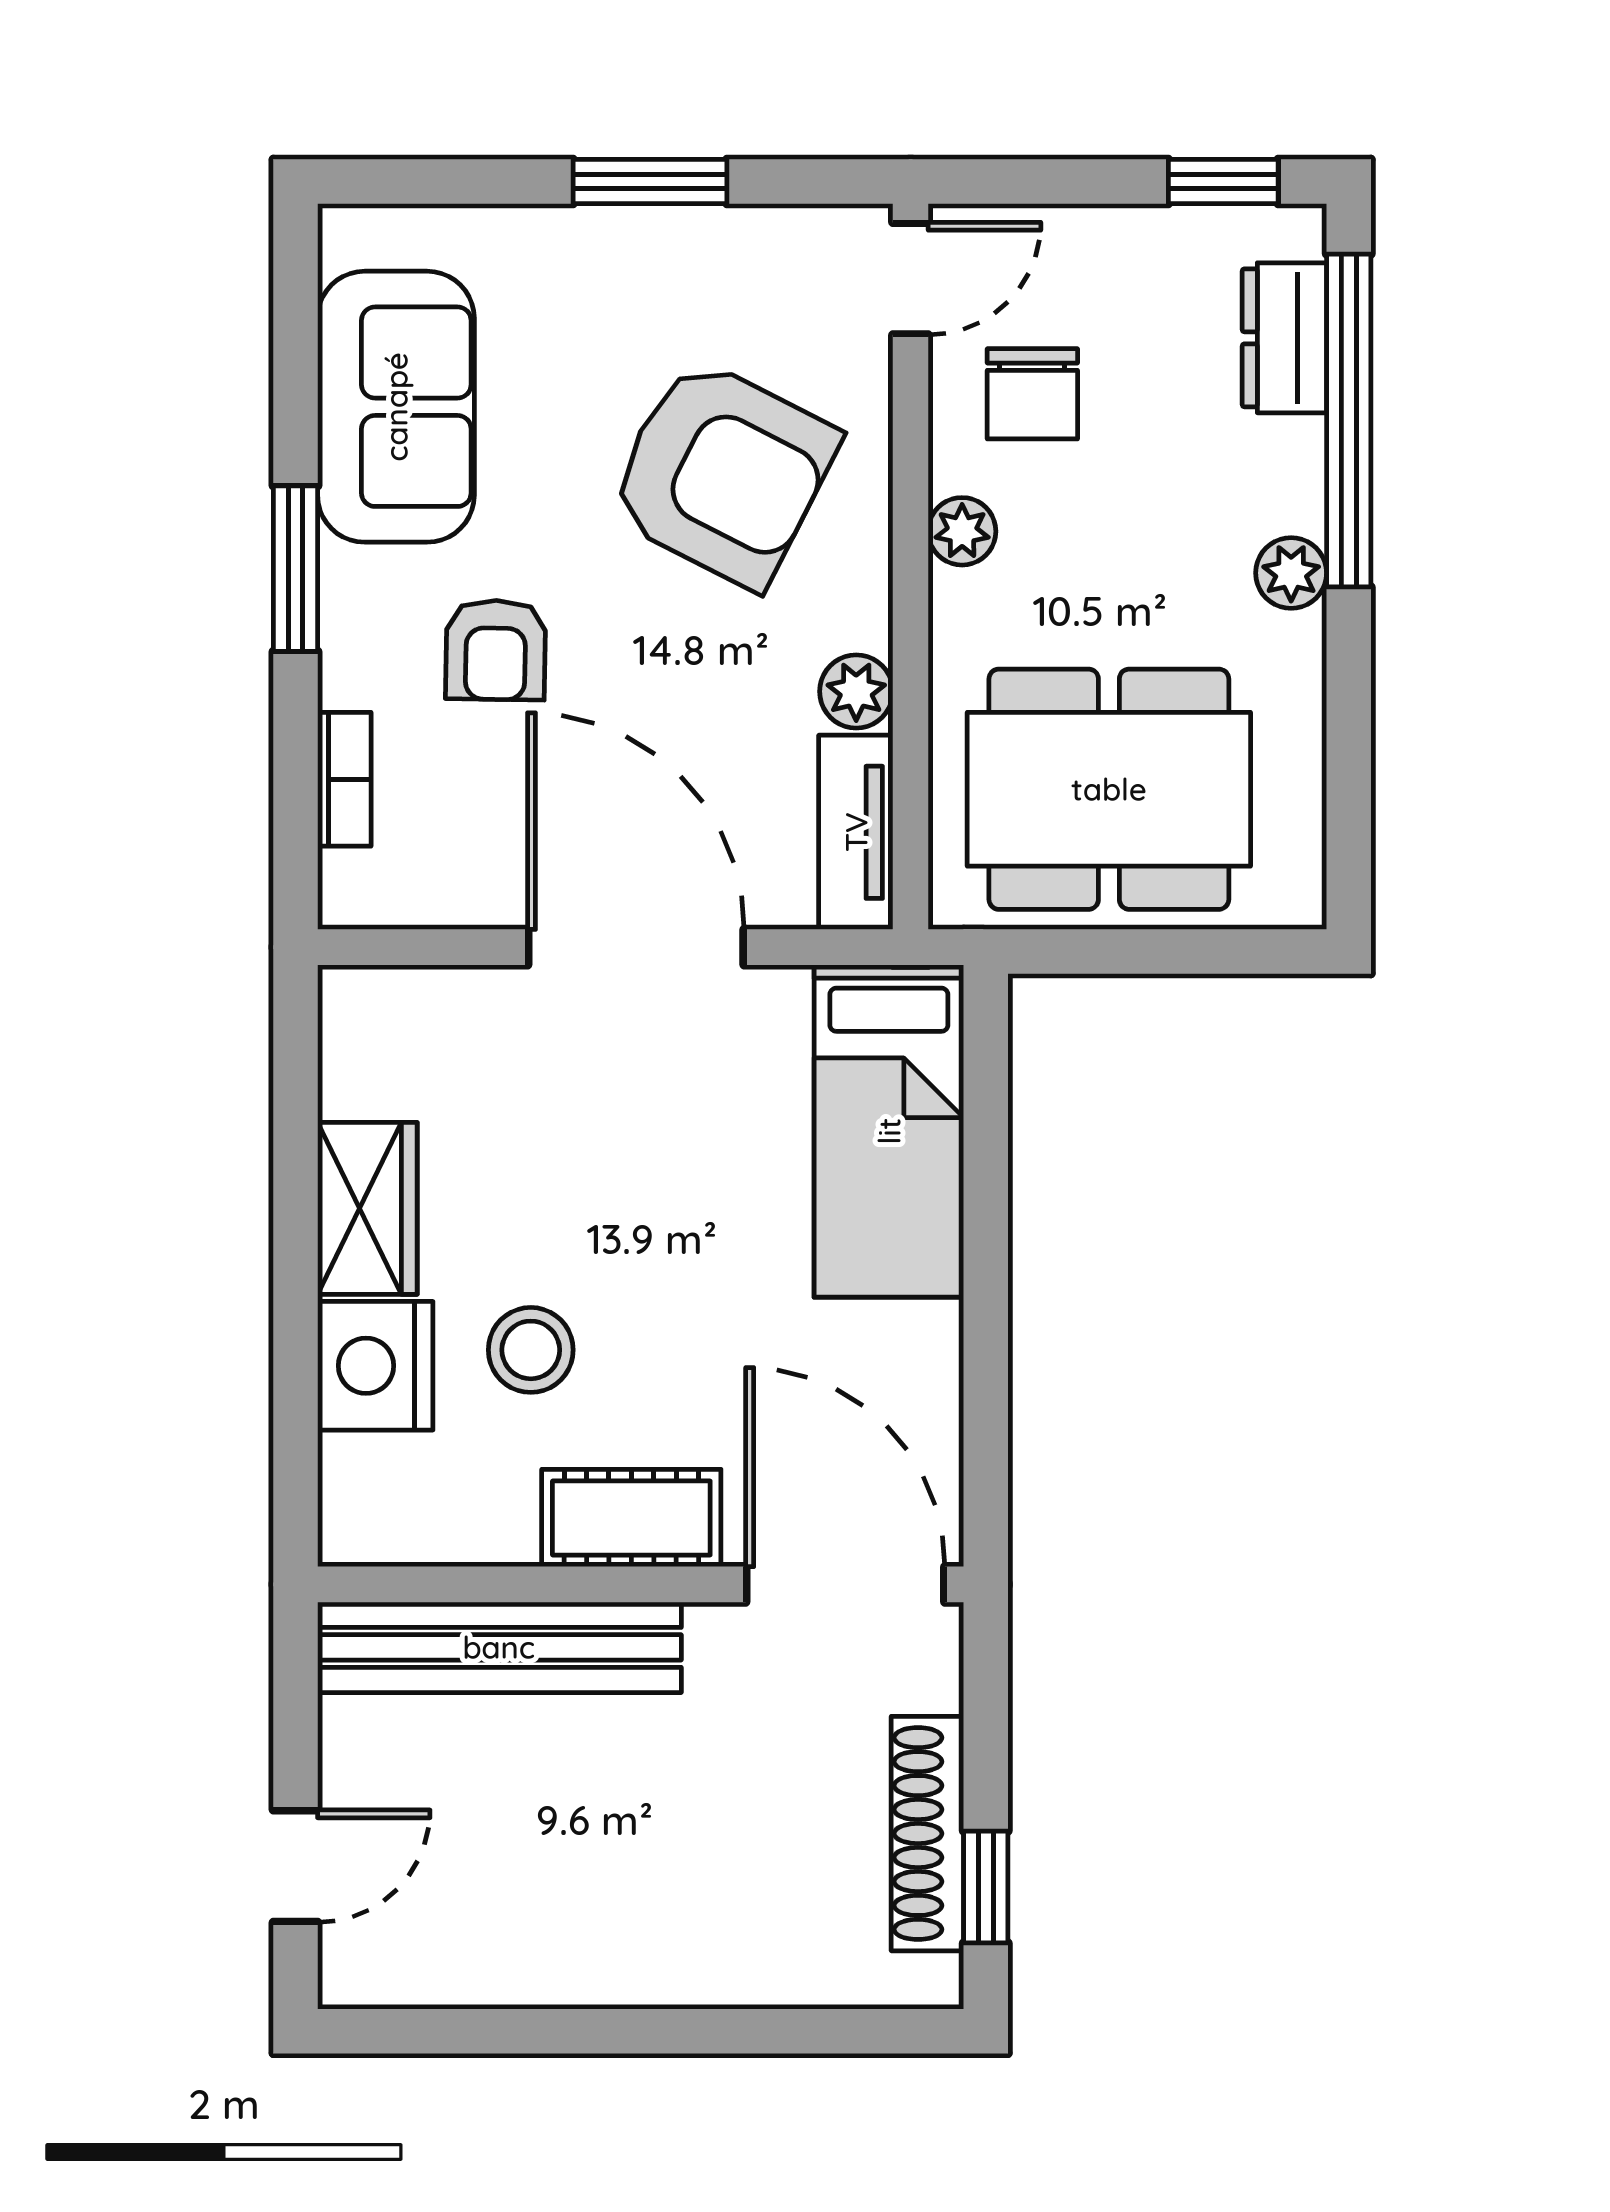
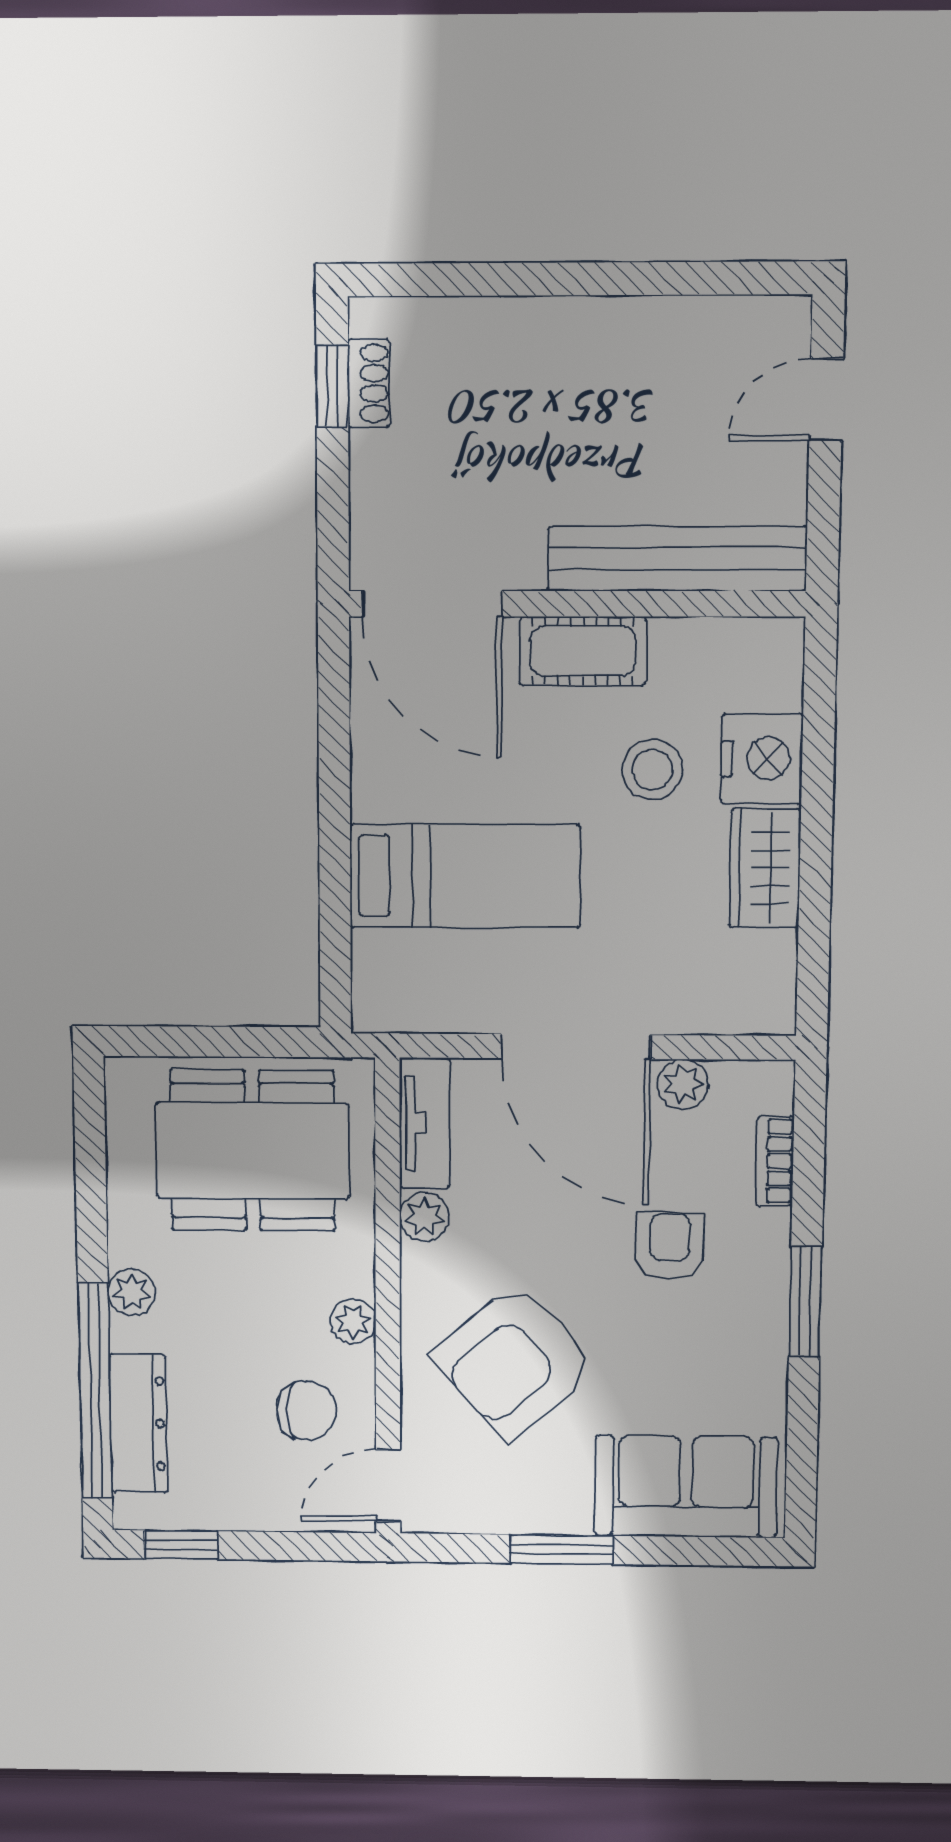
dresser: (1284, 338) -> (138, 1424), width x1.44
chair: (1032, 394) -> (306, 1410), turned 90
sofa: (396, 407) -> (686, 1487), moved, turned 90
armchair: (723, 473) -> (515, 1361), turned -68
plant: (480, 892) -> (683, 1084), added
bed: (889, 1131) -> (465, 876), moved, turned 90
shoe rack: (927, 1834) -> (369, 383), width x0.51, depth x0.81

